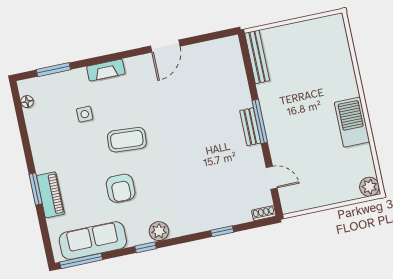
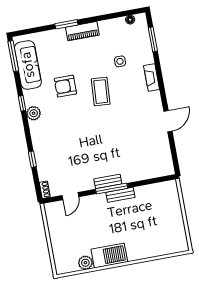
door: (165, 46) -> (168, 121), swing flipped
bench: (257, 57) -> (120, 195), moved, width x0.73
plant: (369, 187) -> (85, 263), moved
piano: (50, 195) -> (82, 31), moved

